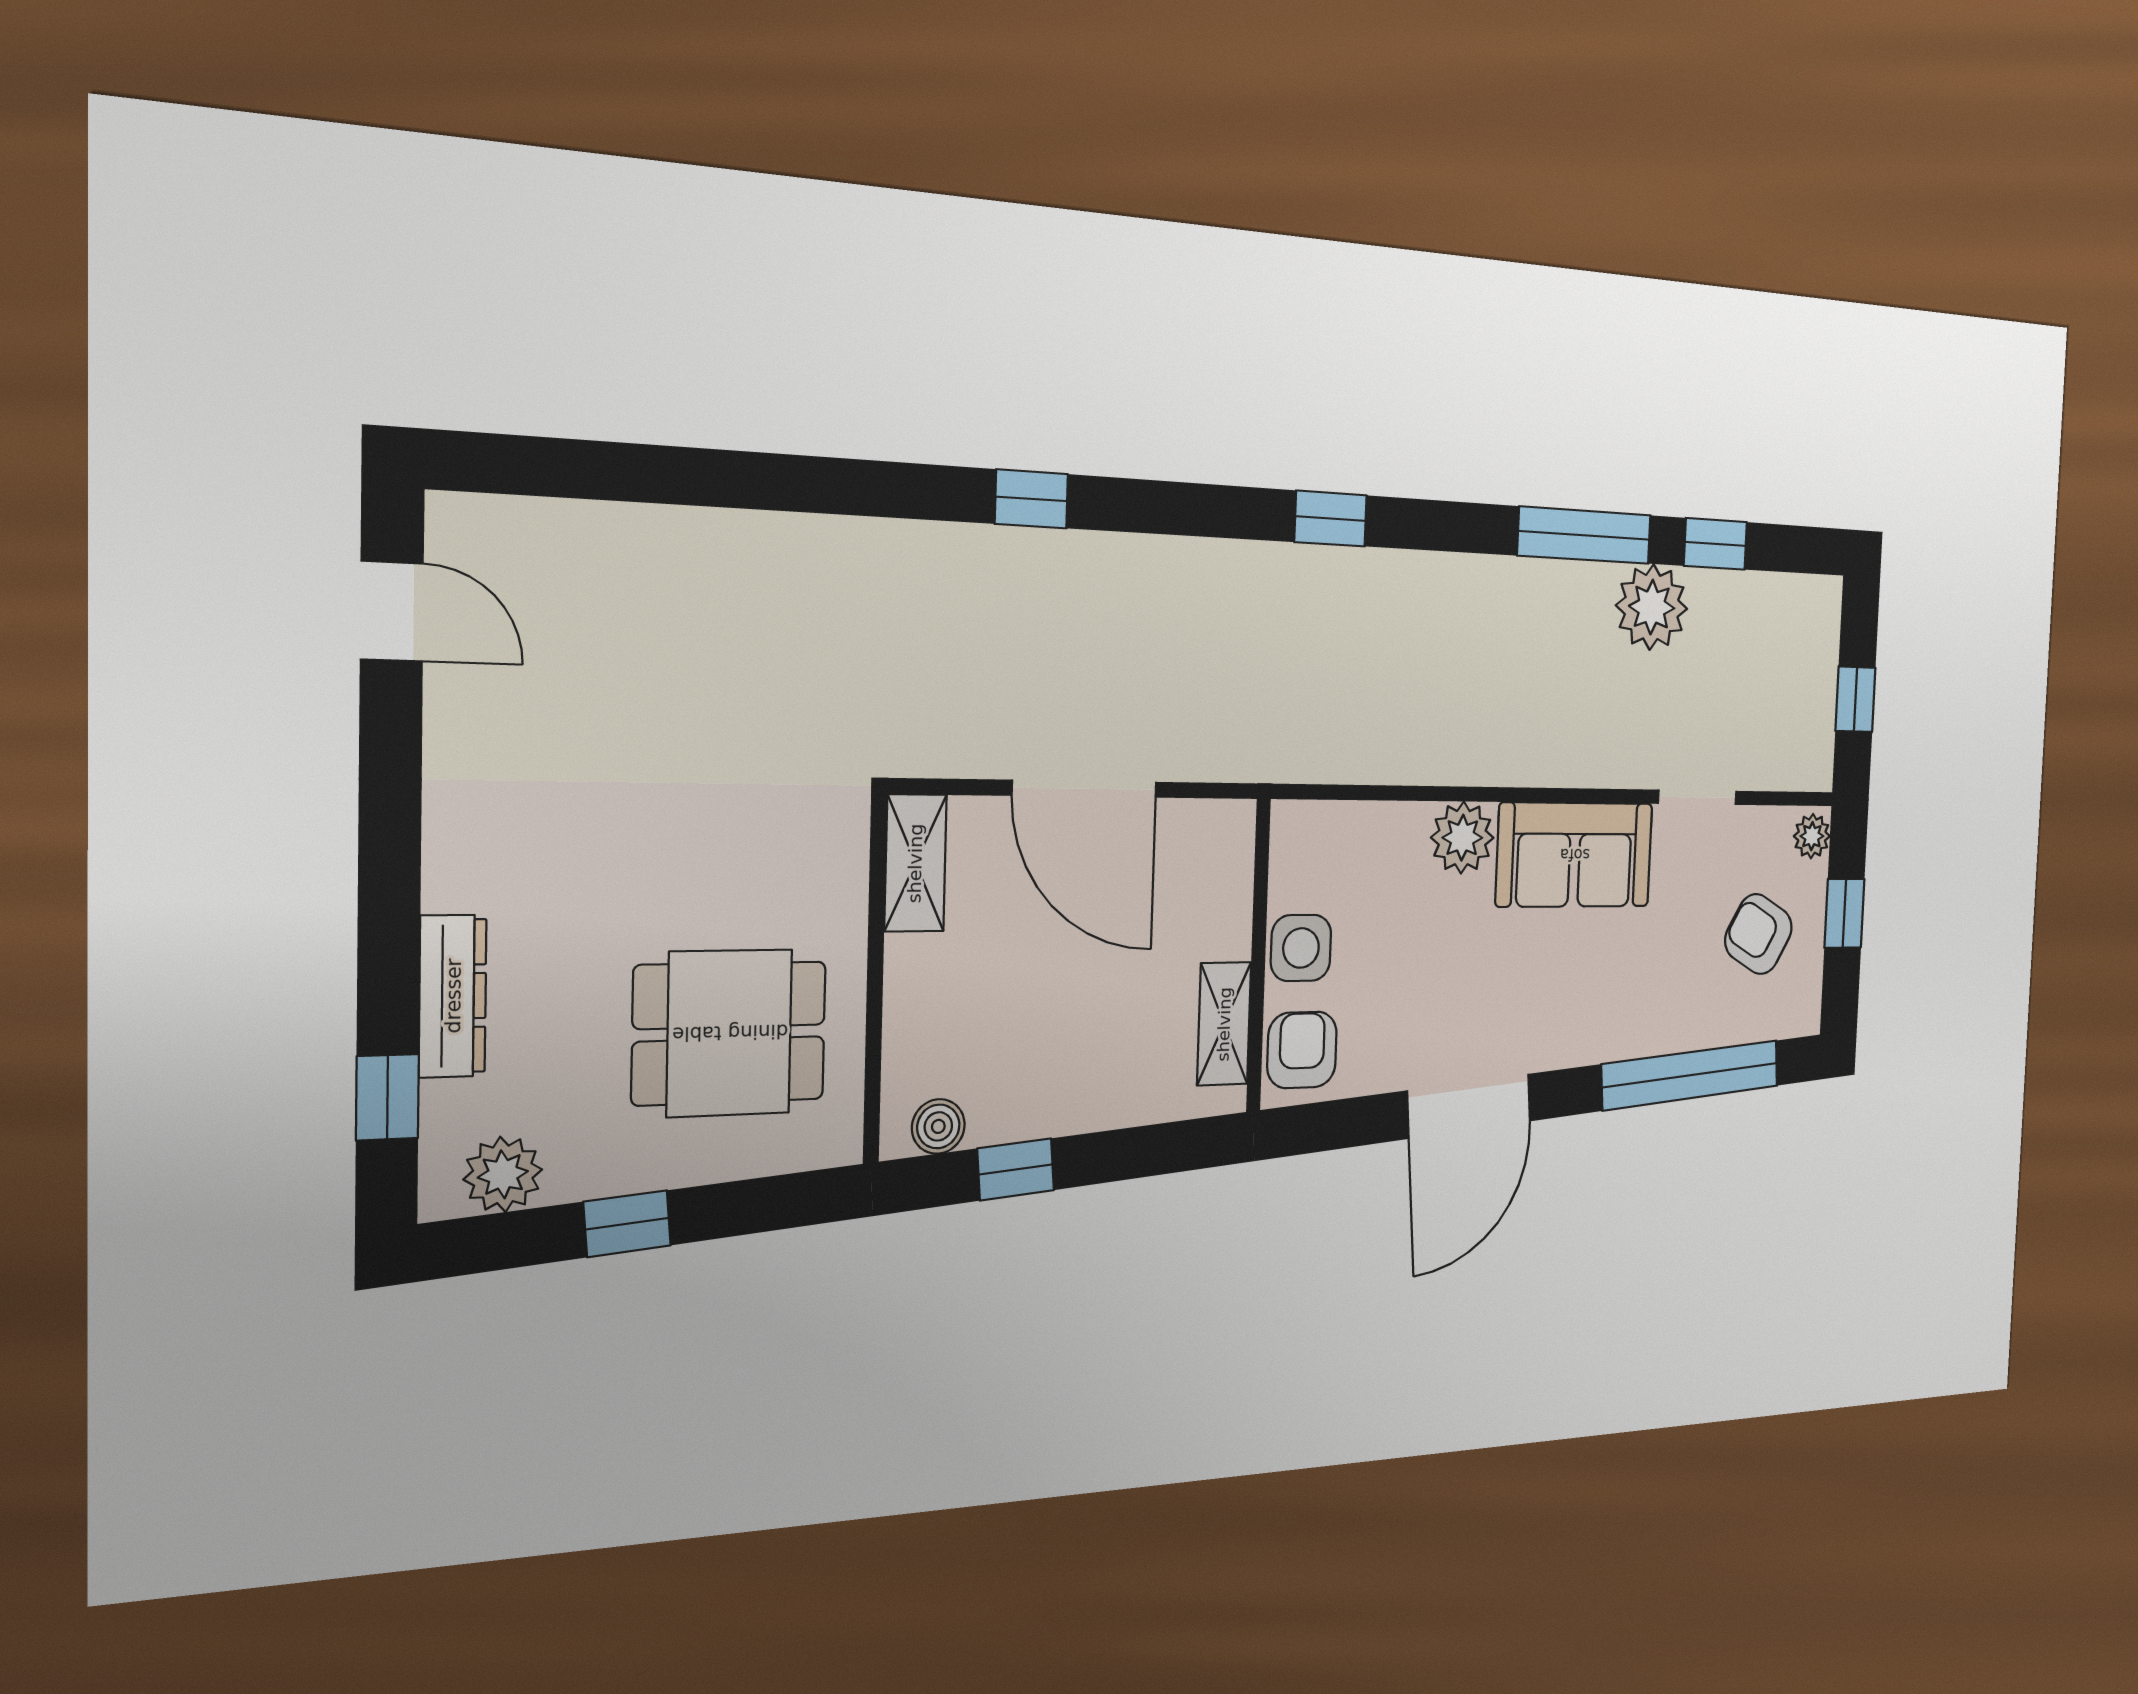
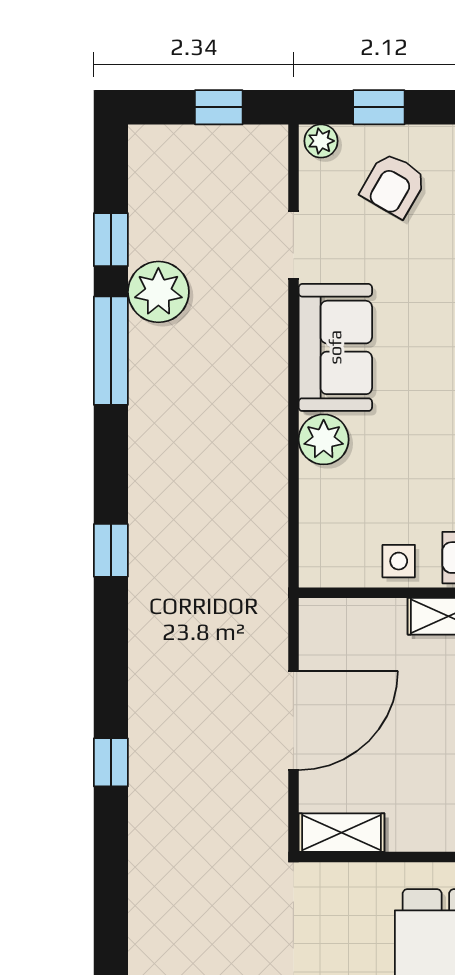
side table: (1301, 948) -> (399, 561), width x0.73, depth x0.73

